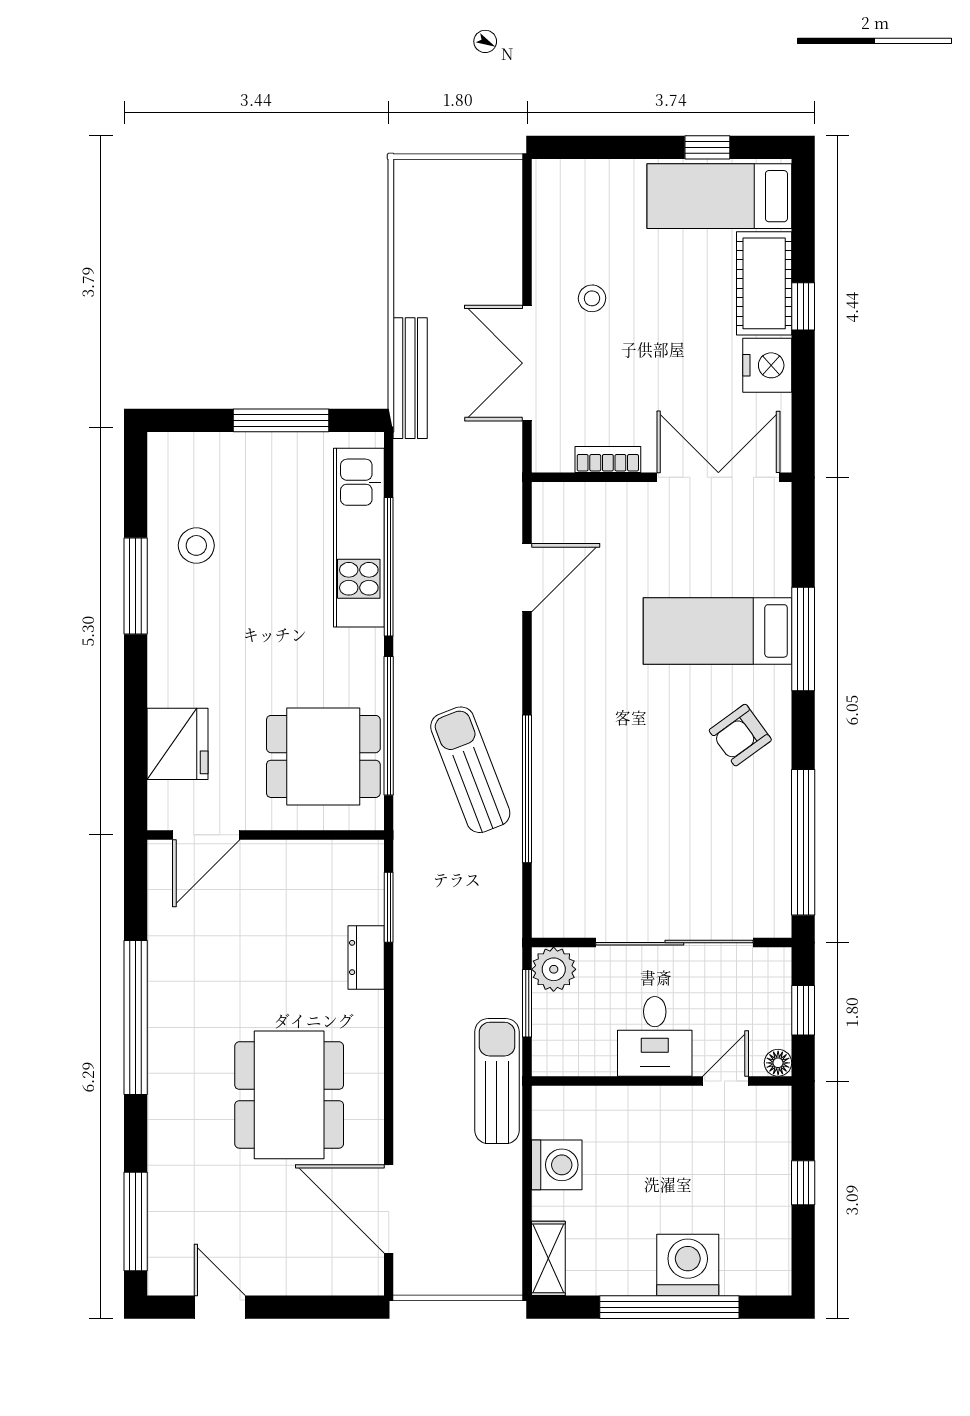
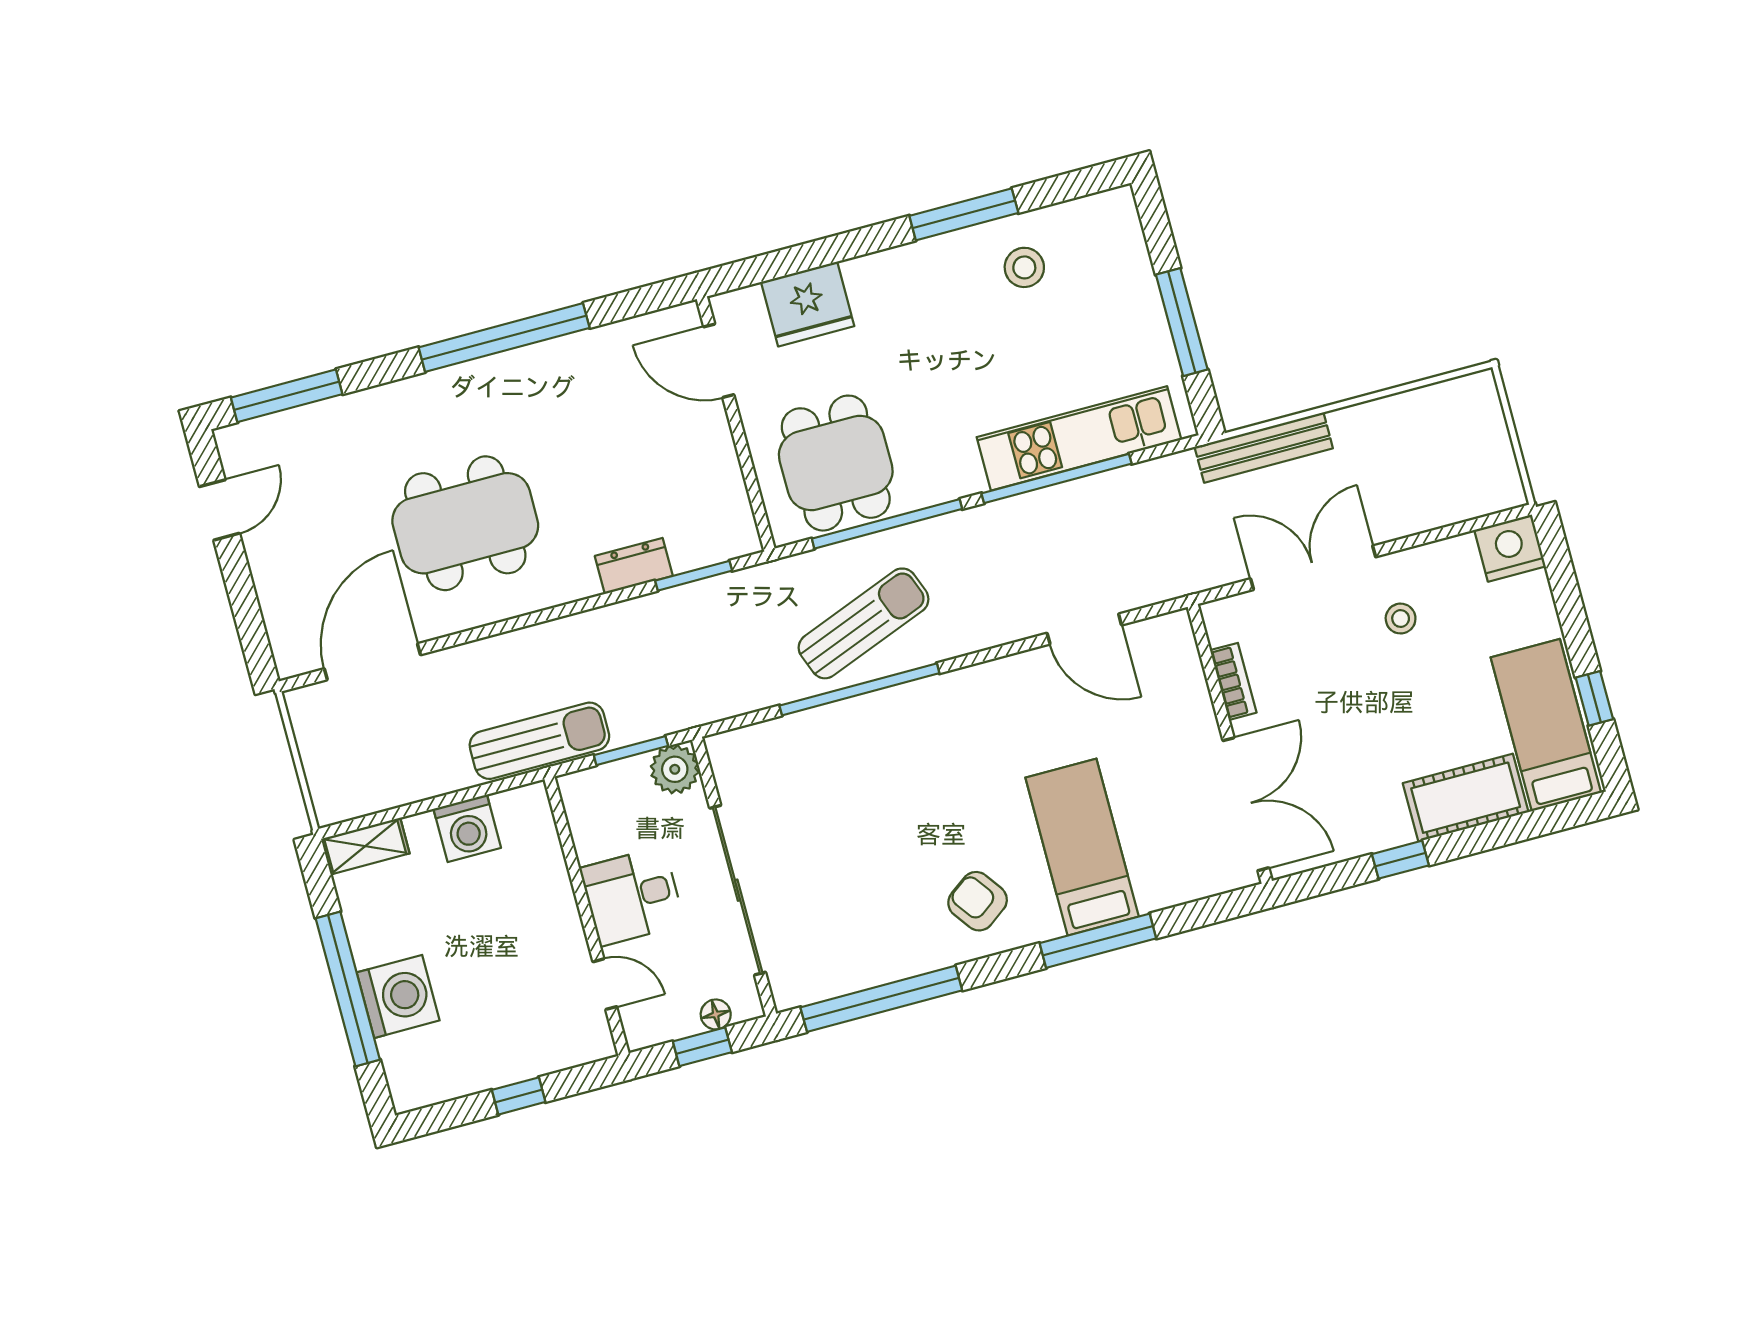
window: (803, 306) -> (1400, 860), moved
nightstand: (767, 365) -> (1510, 548), moved, turned 180
floor lamp: (778, 1063) -> (716, 1014), moved

